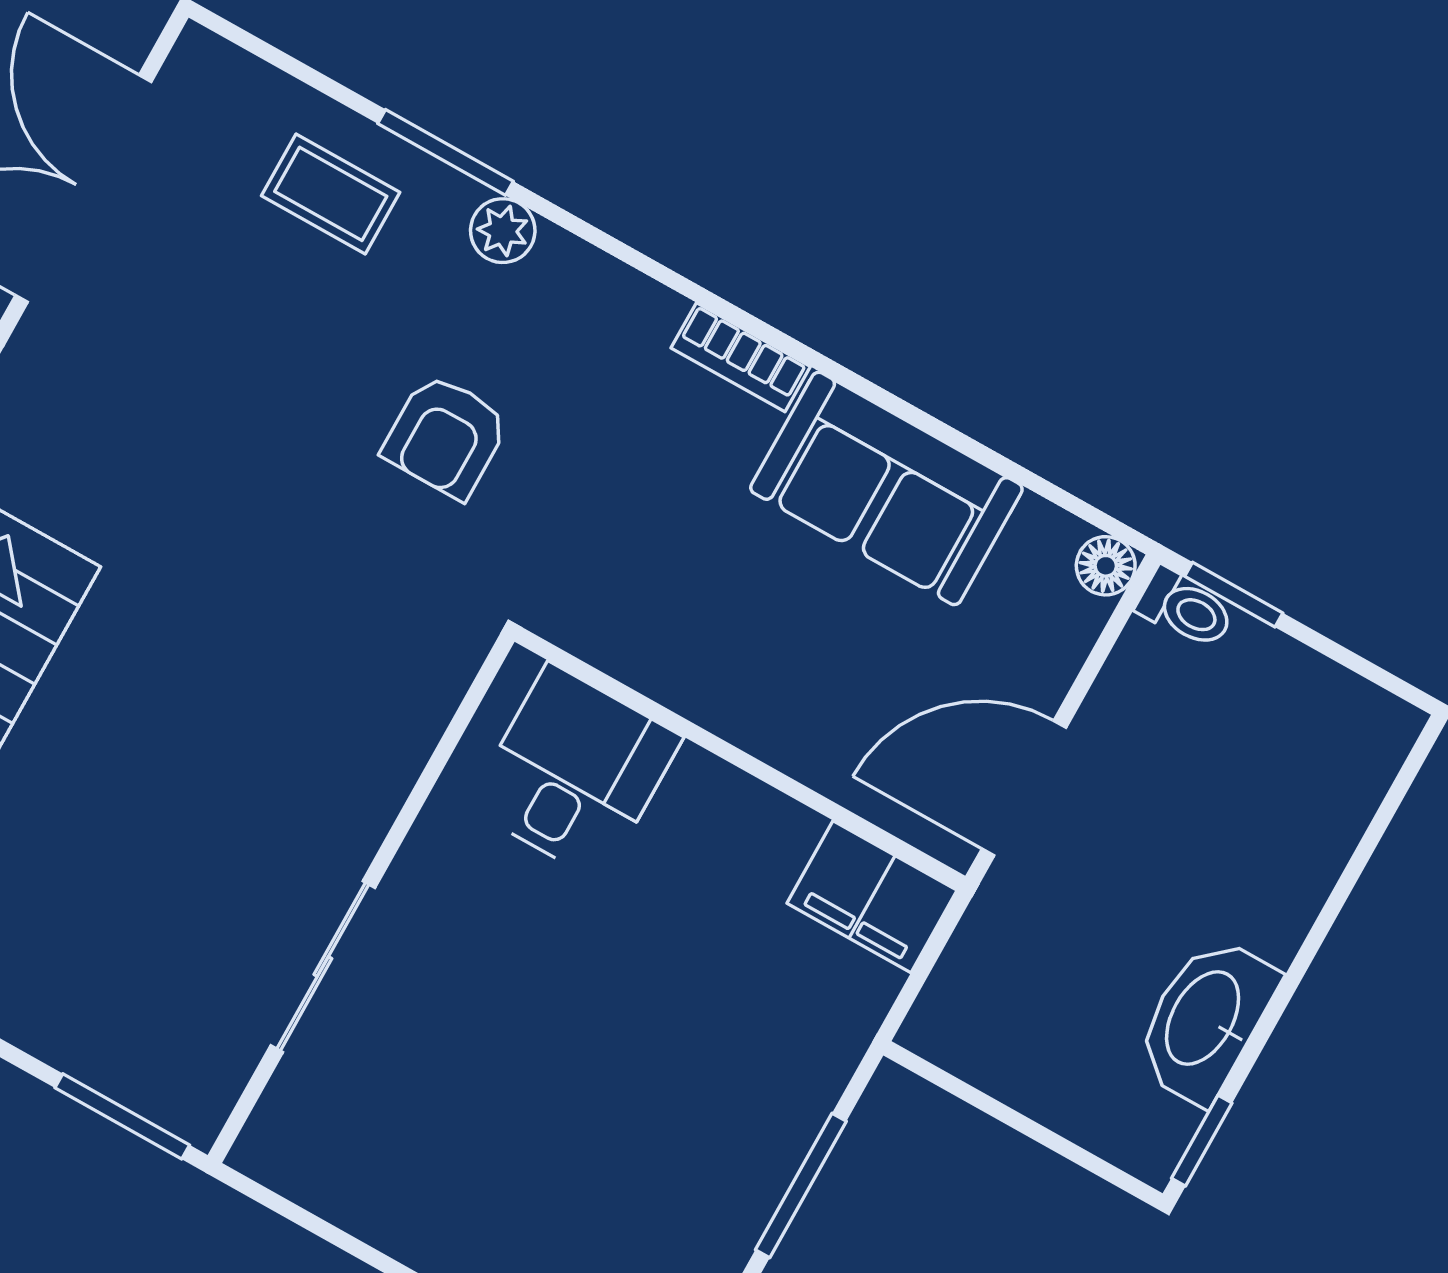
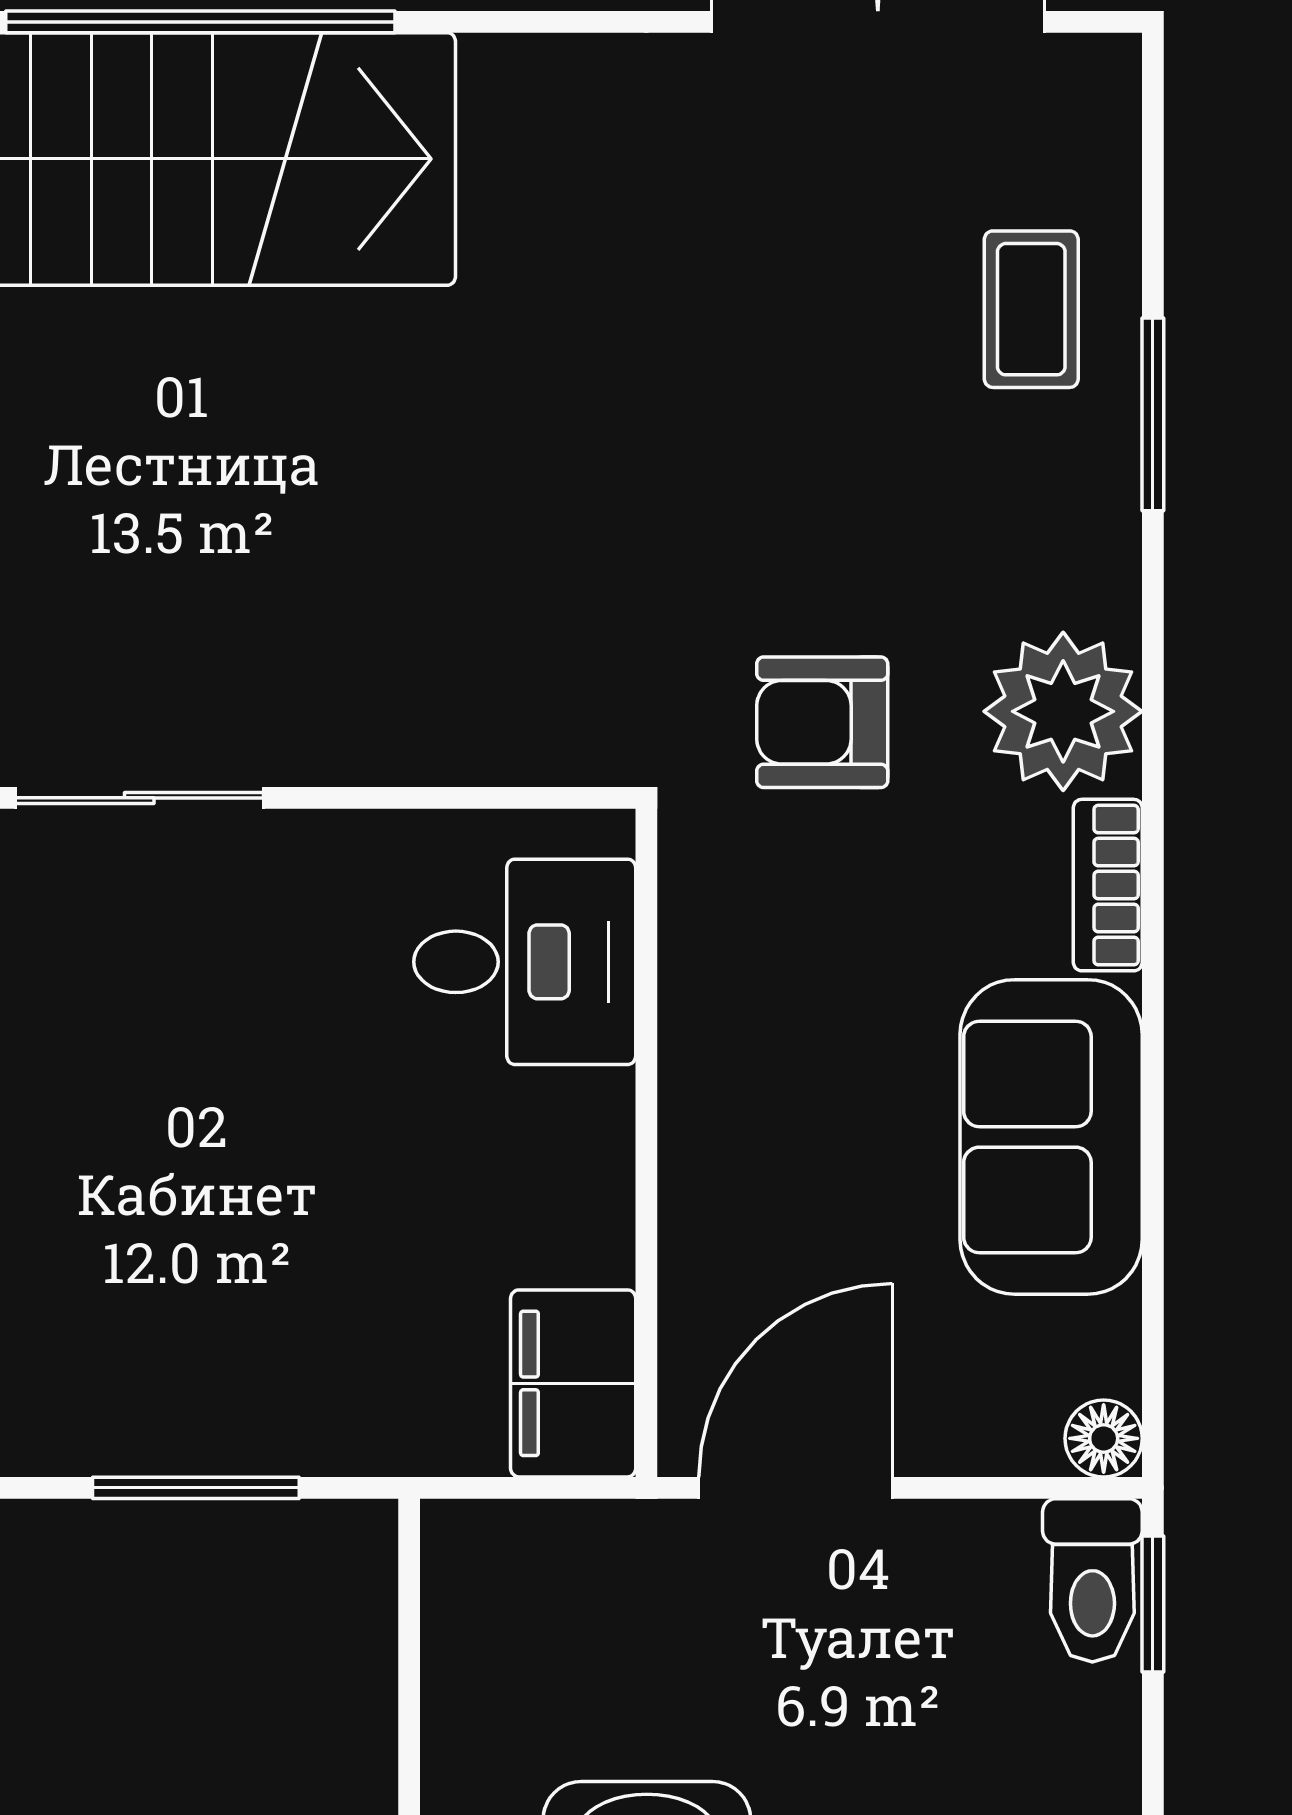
plant: (503, 231) -> (1063, 711), moved, width x1.87, depth x1.87
armchair: (446, 436) -> (822, 722), moved
toilet: (1186, 609) -> (1092, 1580), width x1.37, depth x1.39
door: (1024, 788) -> (796, 1488), hinge flipped

